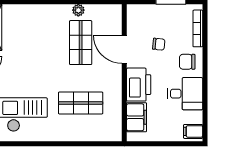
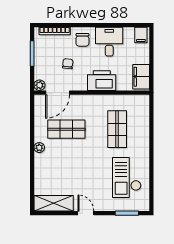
plant: (78, 10) -> (39, 148), moved
plant: (133, 11) -> (40, 85), added
door: (124, 49) -> (58, 93), moved
filing cabinet: (137, 117) -> (141, 77), moved, turned -90

